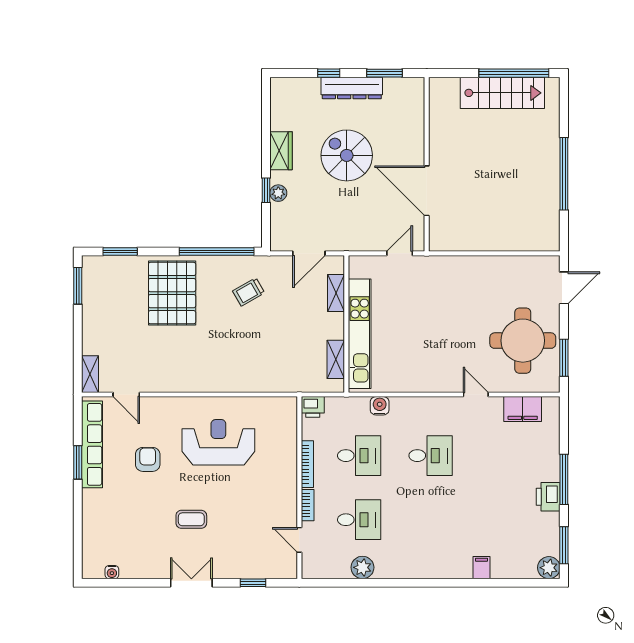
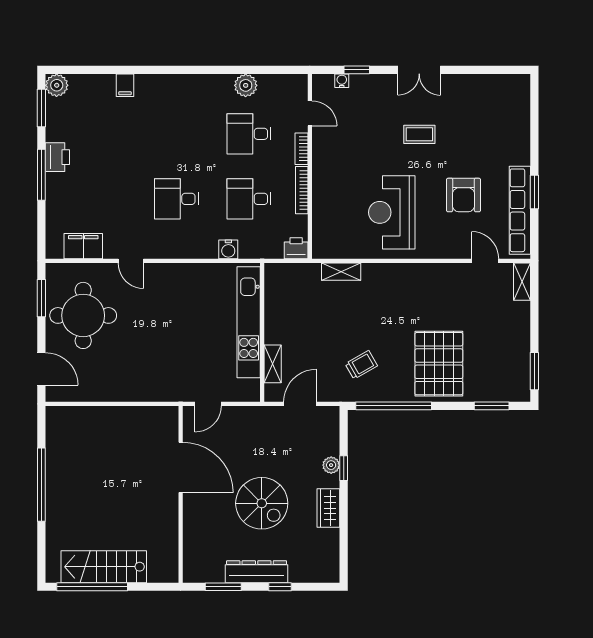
door: (564, 288) -> (41, 369), swing flipped
shelving: (336, 359) -> (341, 272), moved, turned 90
reception desk: (218, 442) -> (392, 212), turned 90
armchair: (148, 459) -> (463, 195), width x1.38, depth x1.38
water cooler: (112, 572) -> (342, 81), moved

